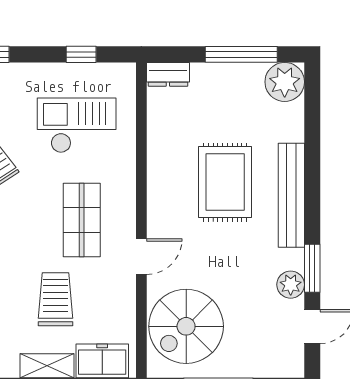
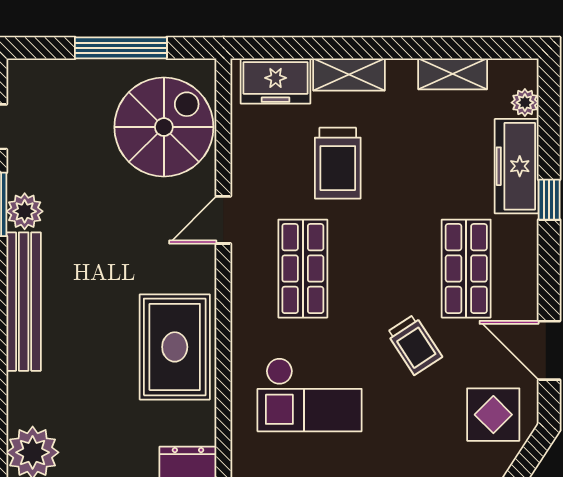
rug: (225, 182) -> (175, 347), moved
plant: (291, 285) -> (25, 211), moved

